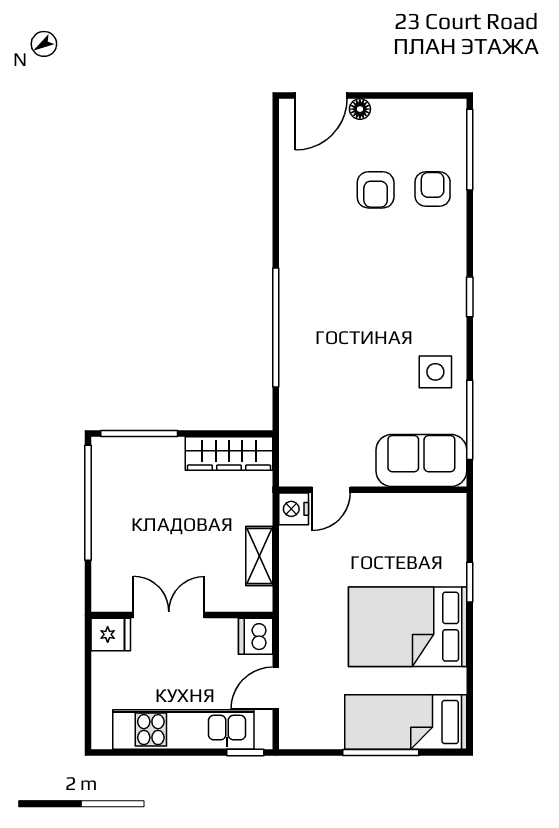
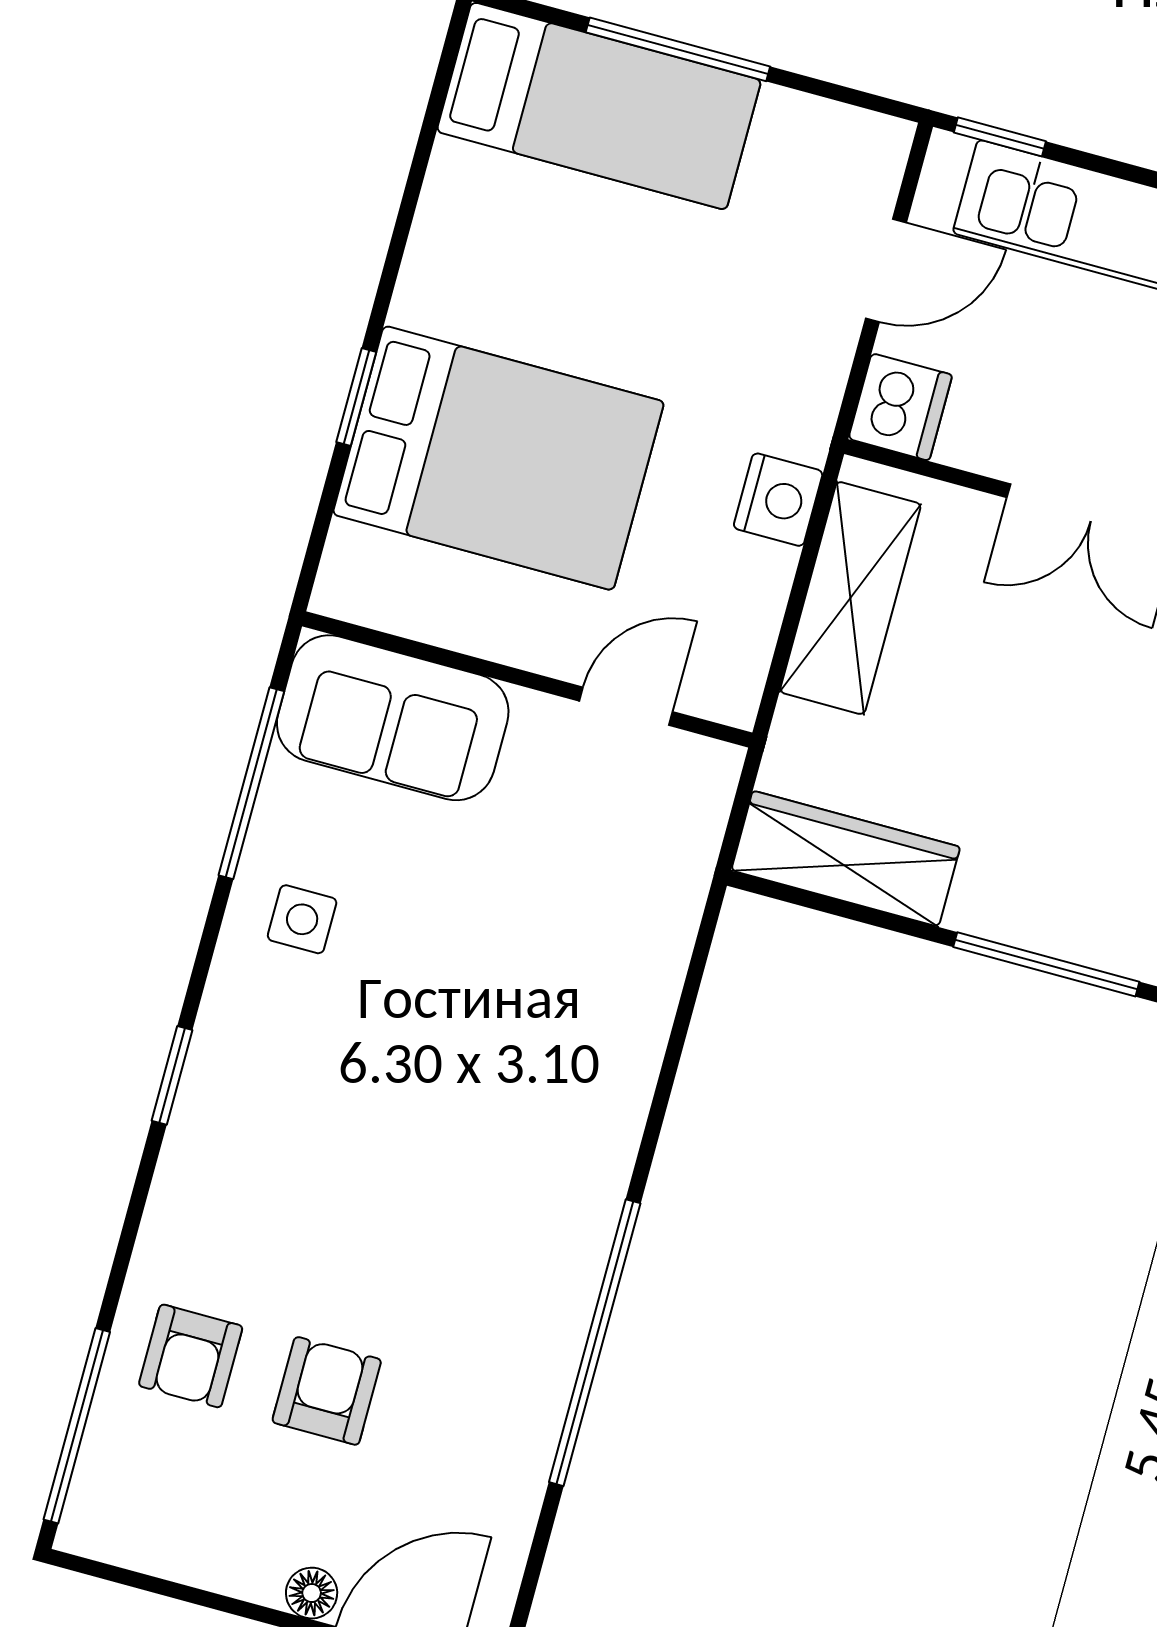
window: (276, 328) -> (595, 1343), moved
side table: (435, 372) -> (302, 919), width x0.73, depth x0.73
nightstand: (294, 509) -> (778, 500), moved
shelving: (259, 556) -> (850, 598), width x1.50, depth x1.33
bed: (408, 627) -> (498, 458), moved

